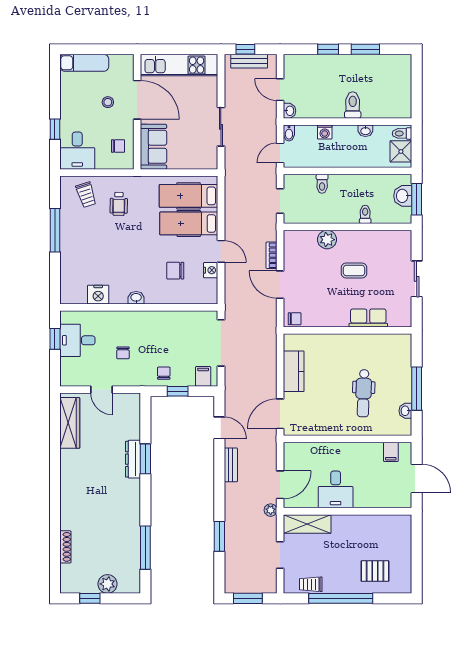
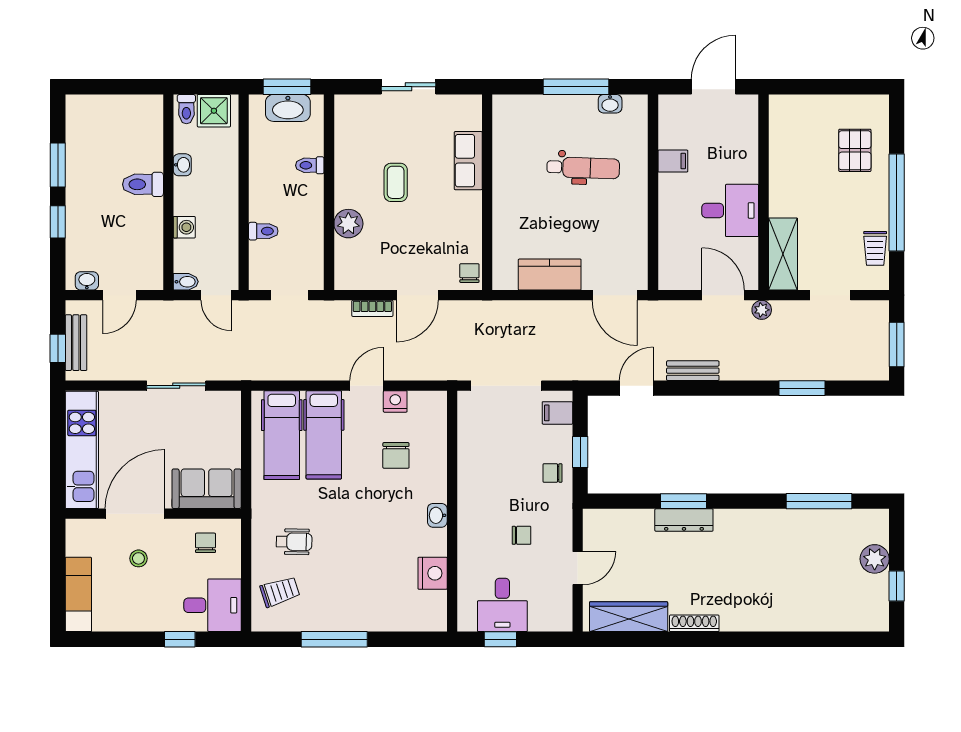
washbasin: (290, 111) -> (87, 281), moved
washbasin: (403, 196) -> (288, 108), width x1.38
filing cabinet: (391, 452) -> (673, 161), moved
shoe rack: (65, 547) -> (694, 623), moved

